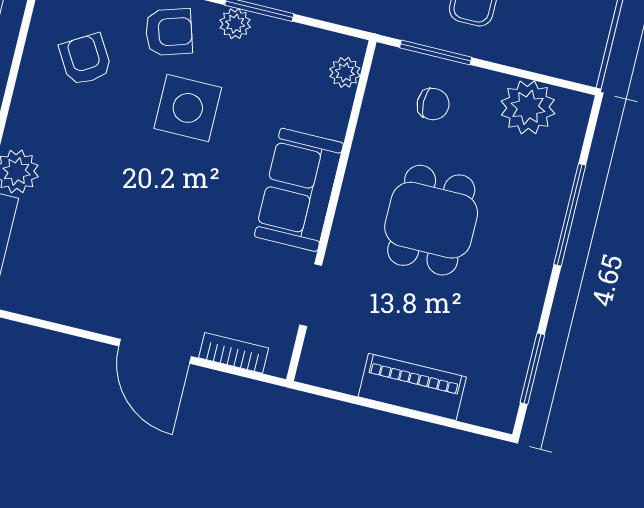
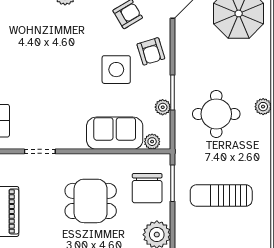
plant: (235, 24) -> (163, 107), moved
chair: (433, 104) -> (147, 188), width x1.87, depth x1.87
sofa: (299, 190) -> (115, 133), moved

